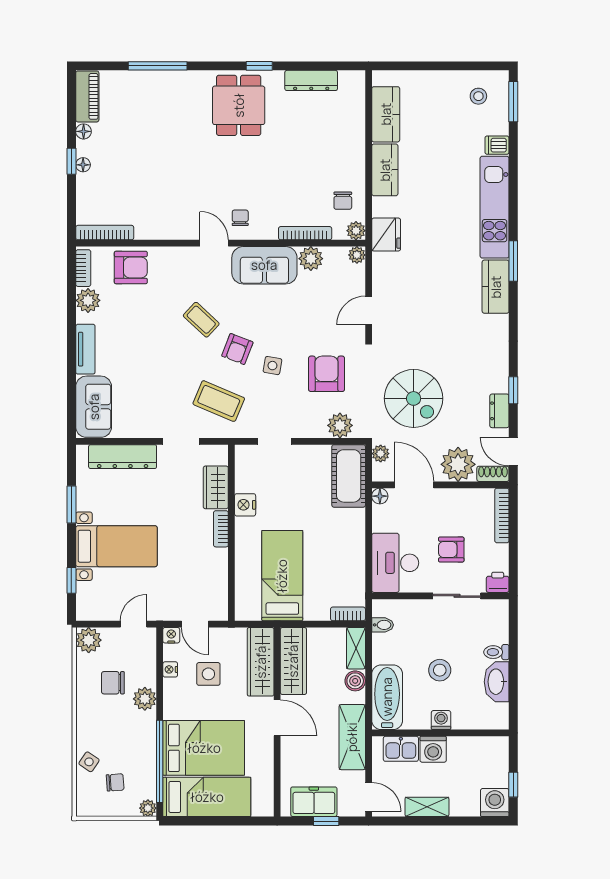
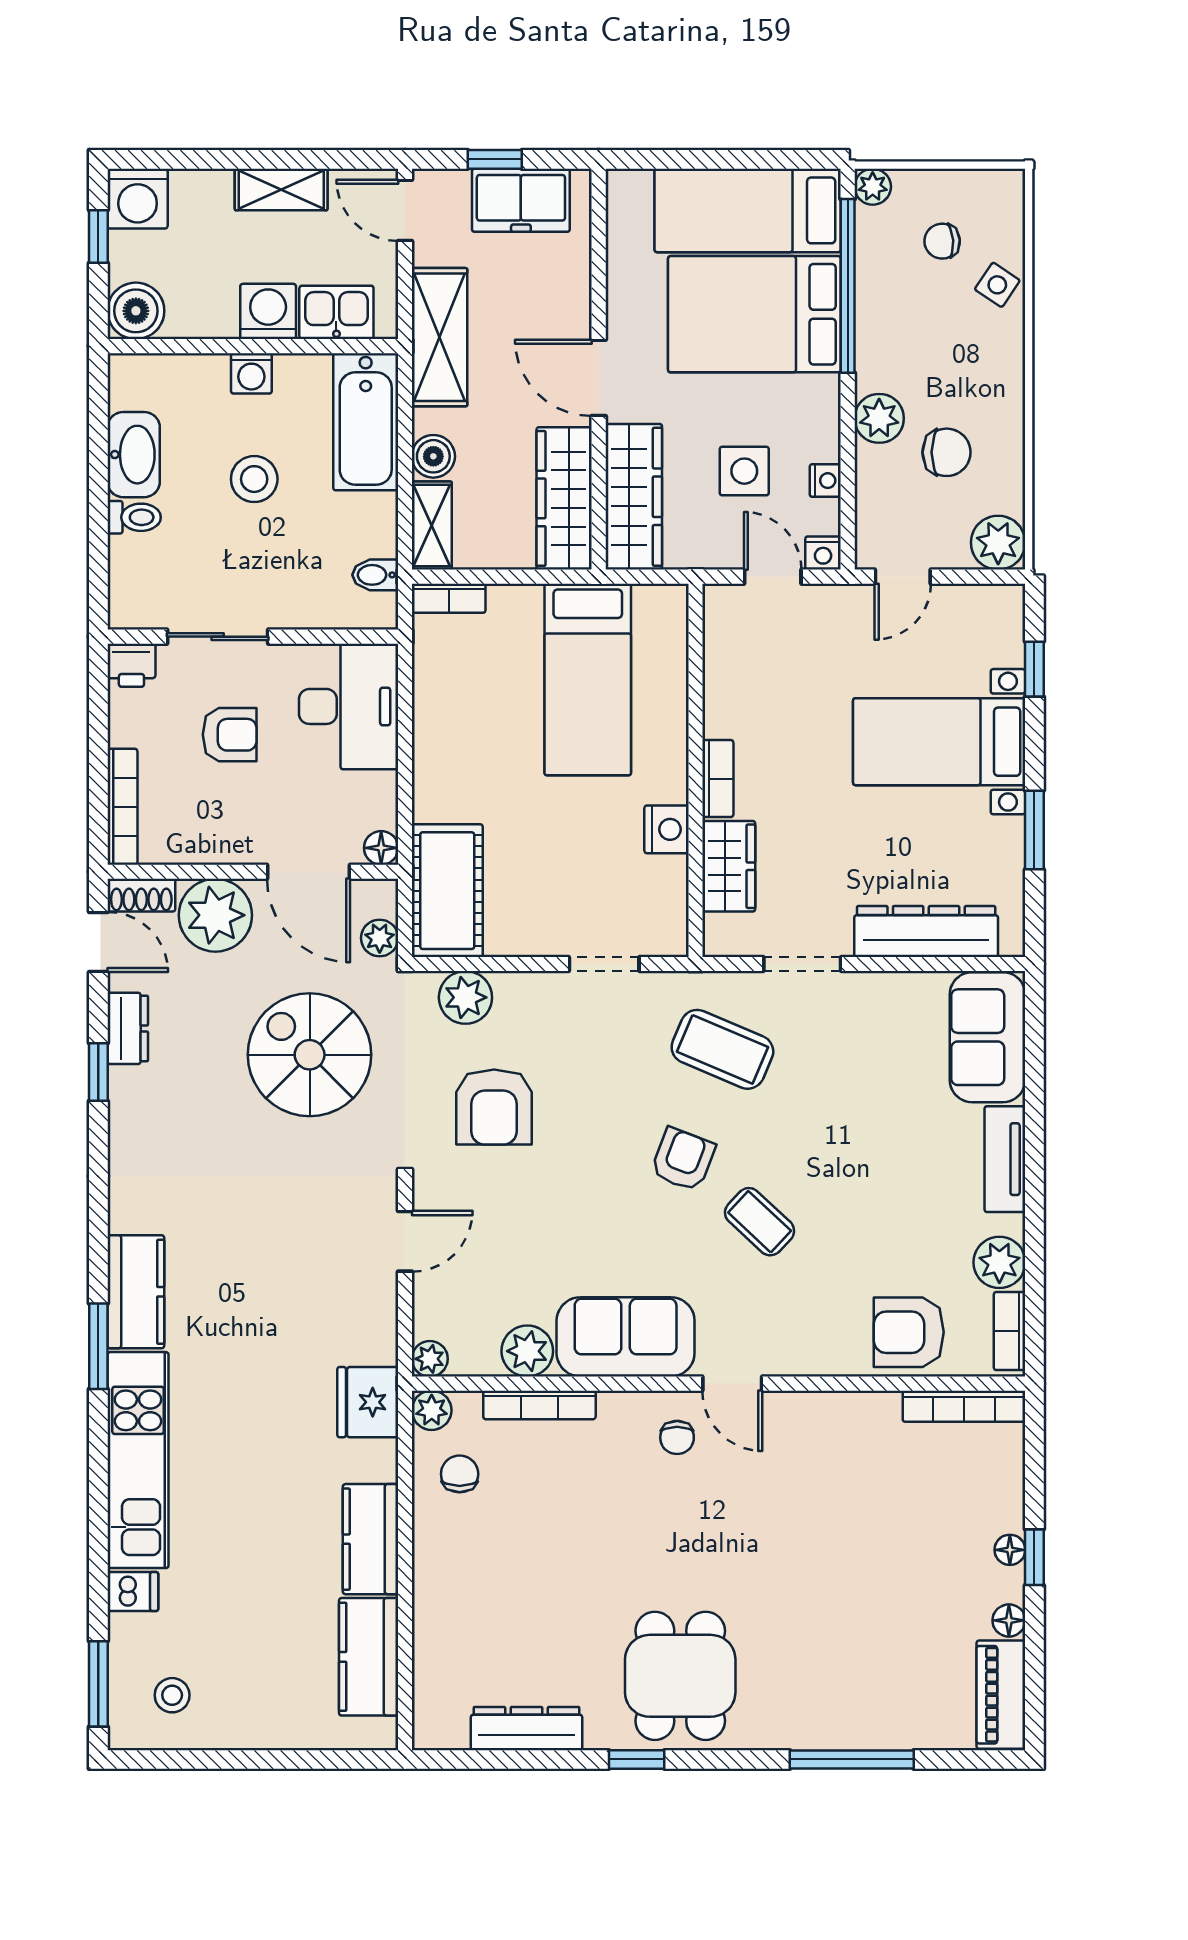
side table: (272, 366) -> (609, 1124), removed
boiler: (496, 750) -> (136, 311), added

